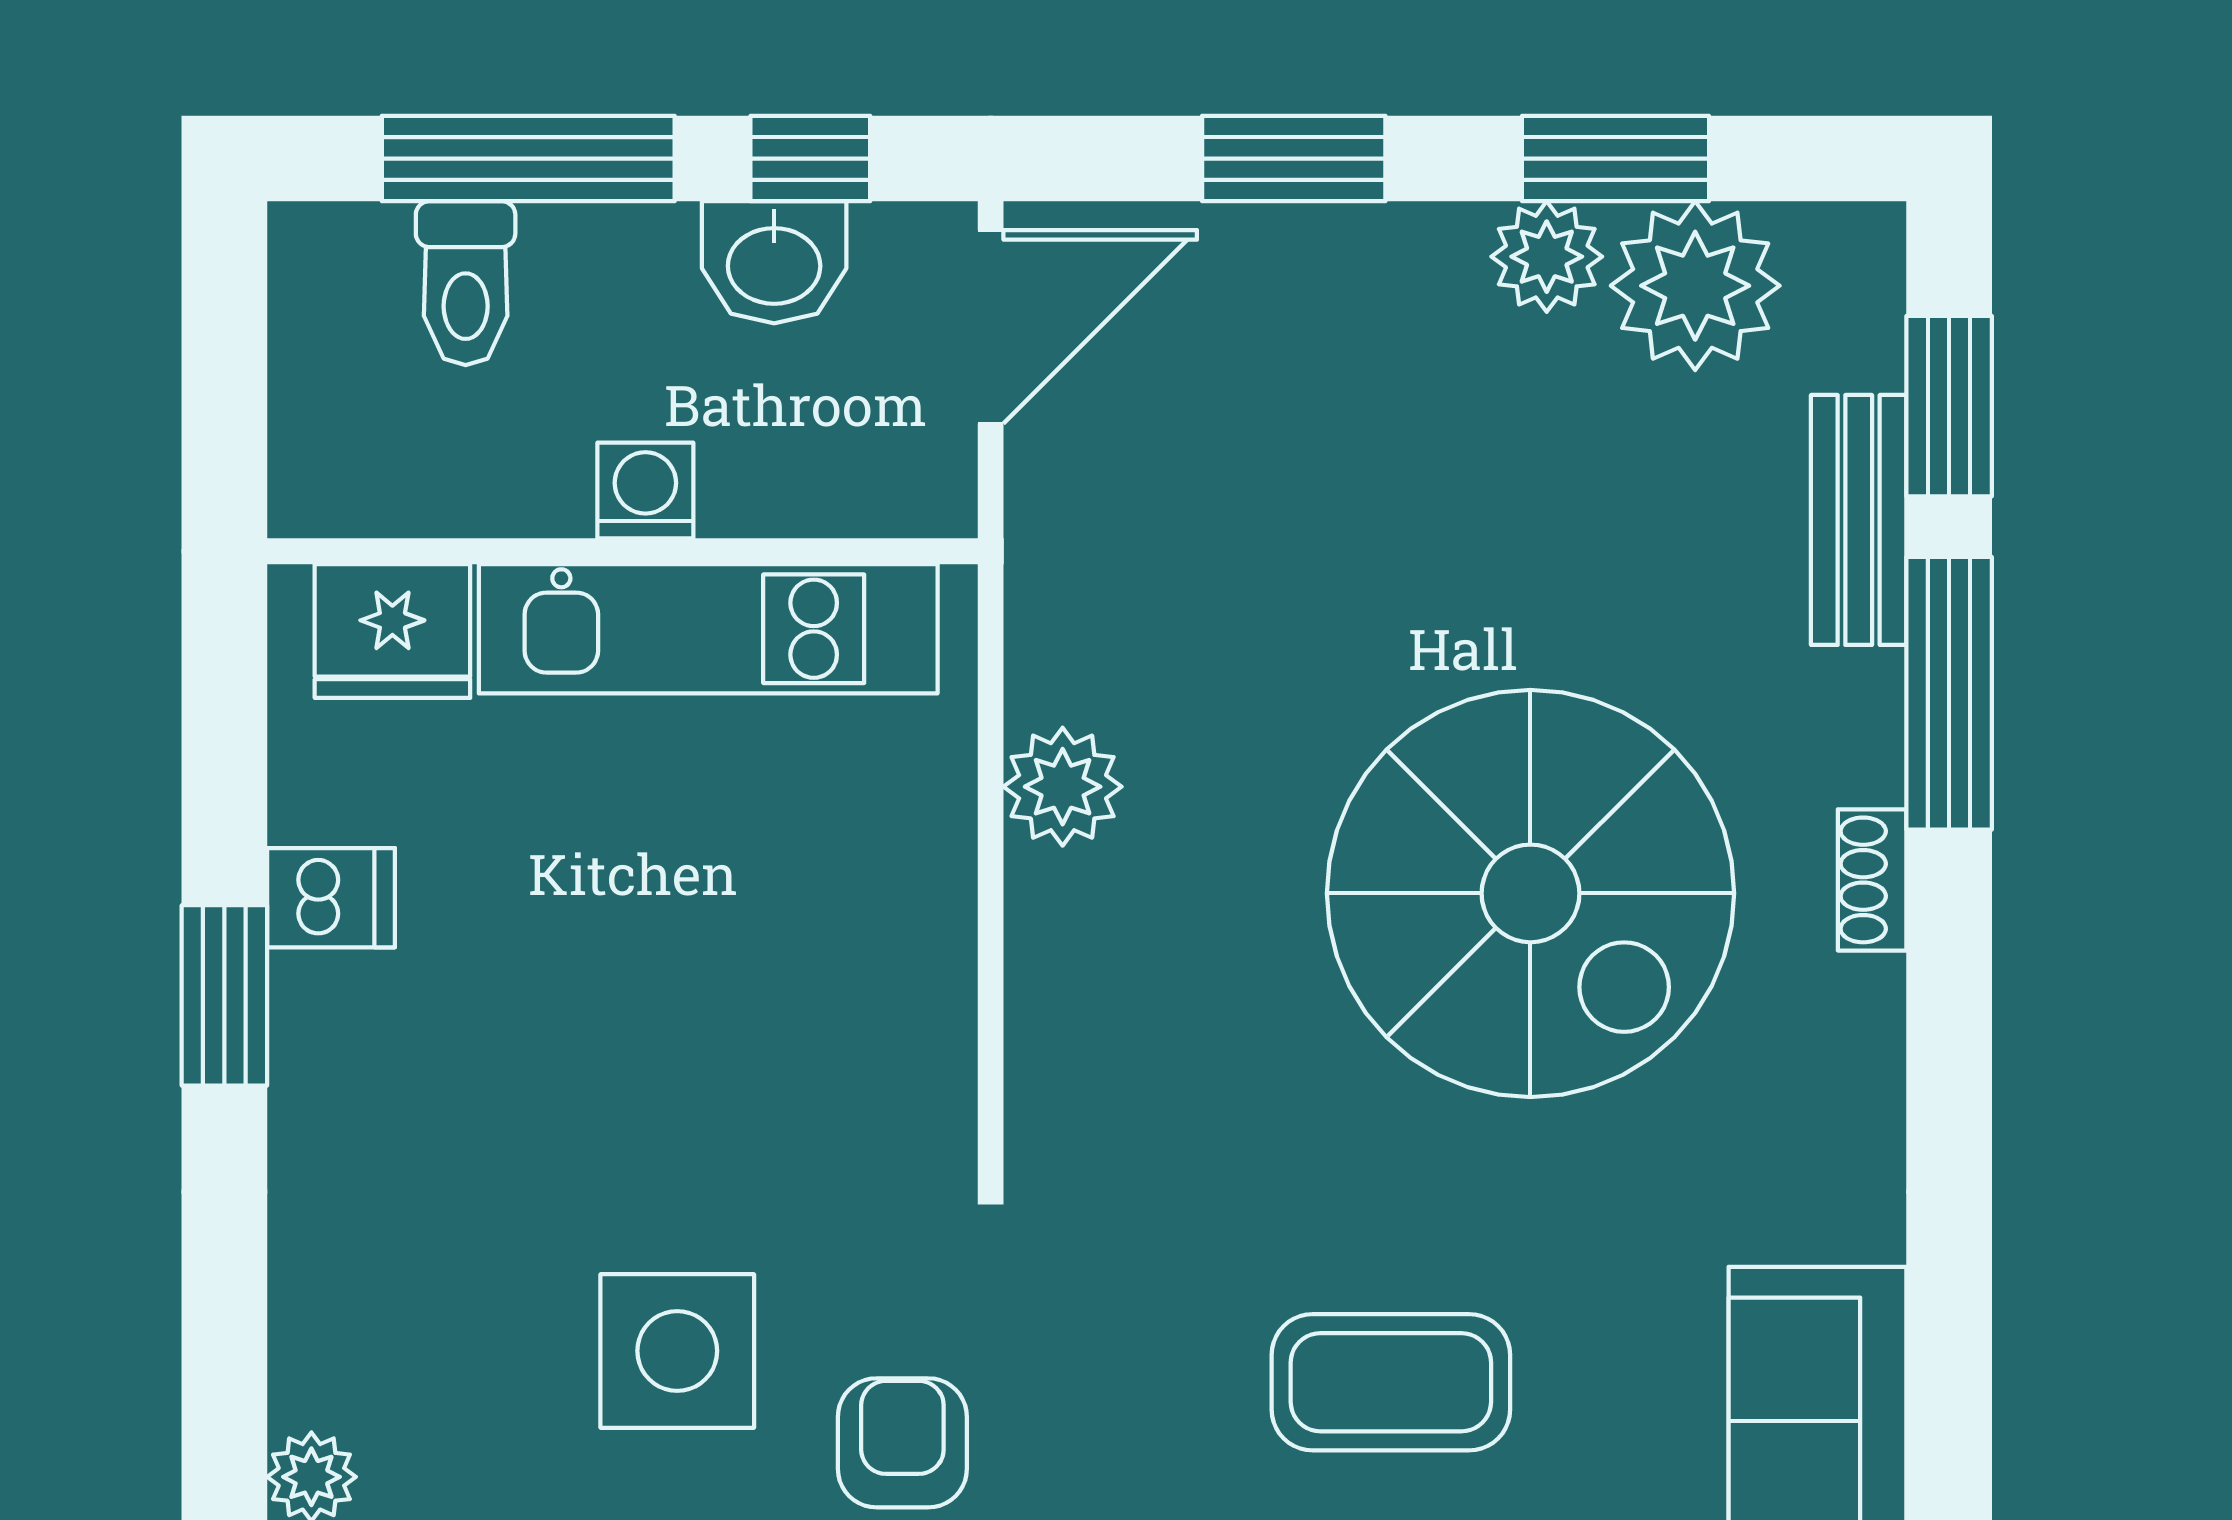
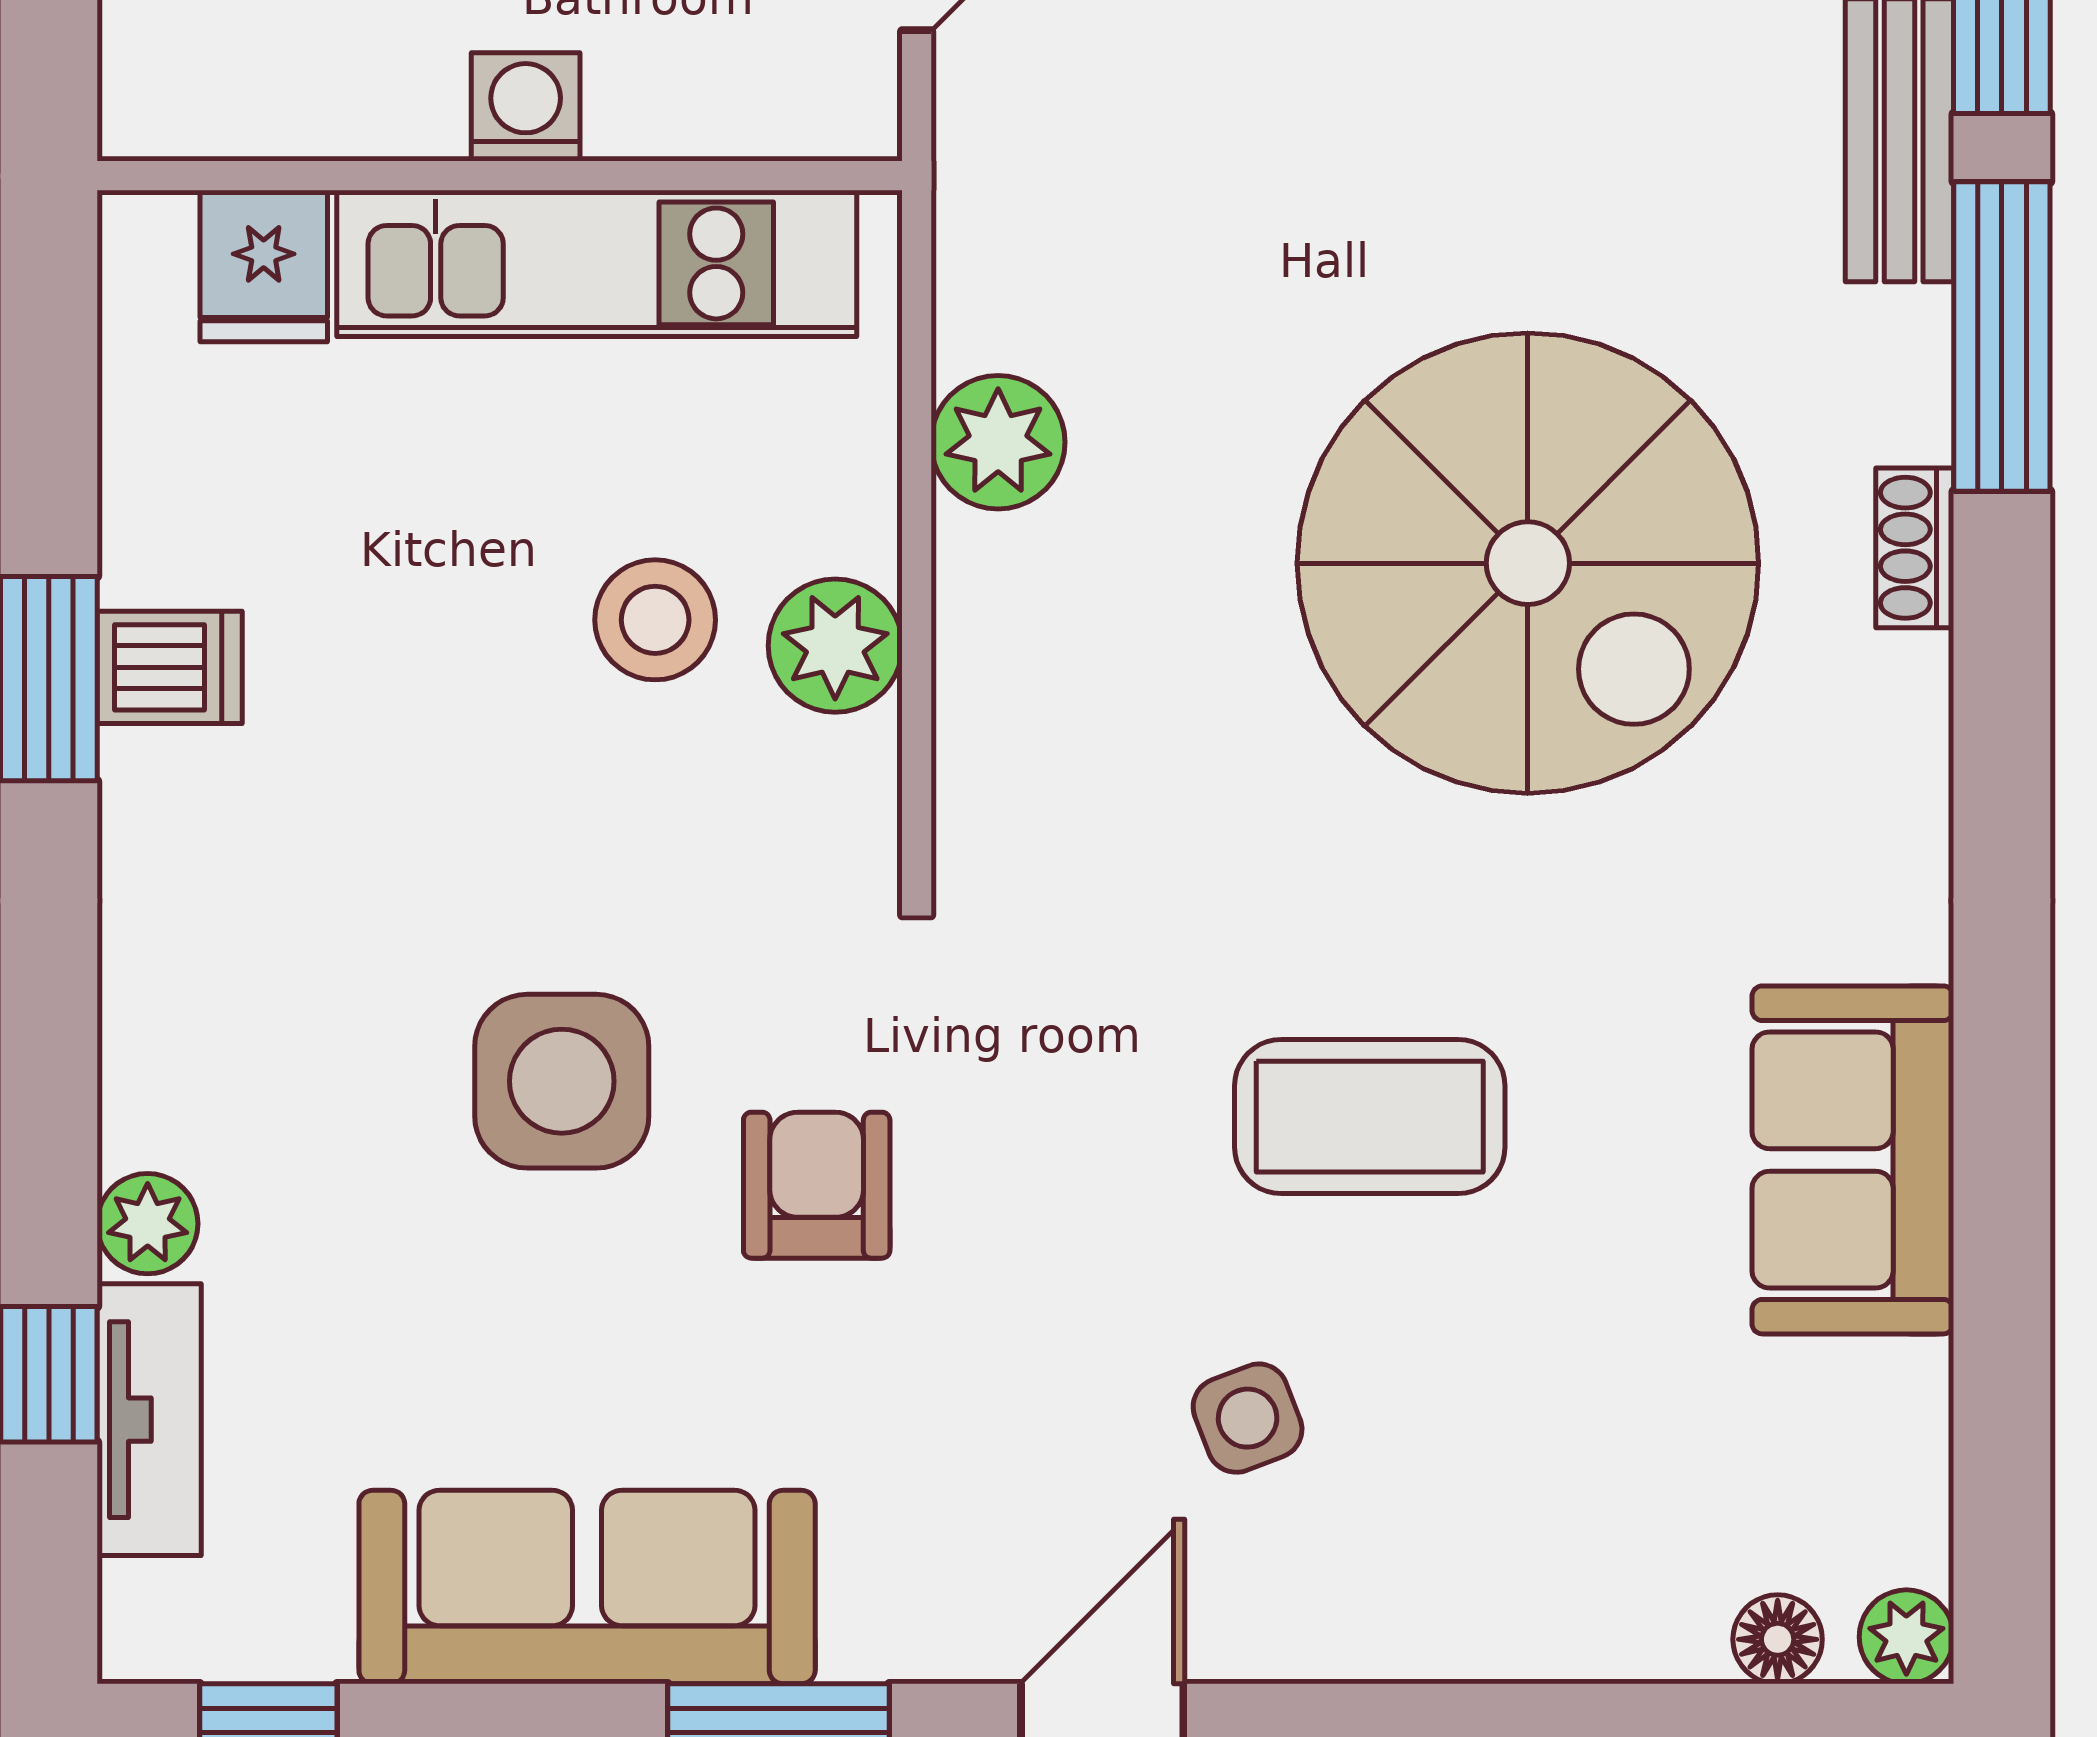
fridge: (392, 631) -> (264, 266), width x0.72
dishwasher: (331, 898) -> (170, 667), moved
stool: (760, 943) -> (655, 620), added
plant: (919, 966) -> (835, 646), added

